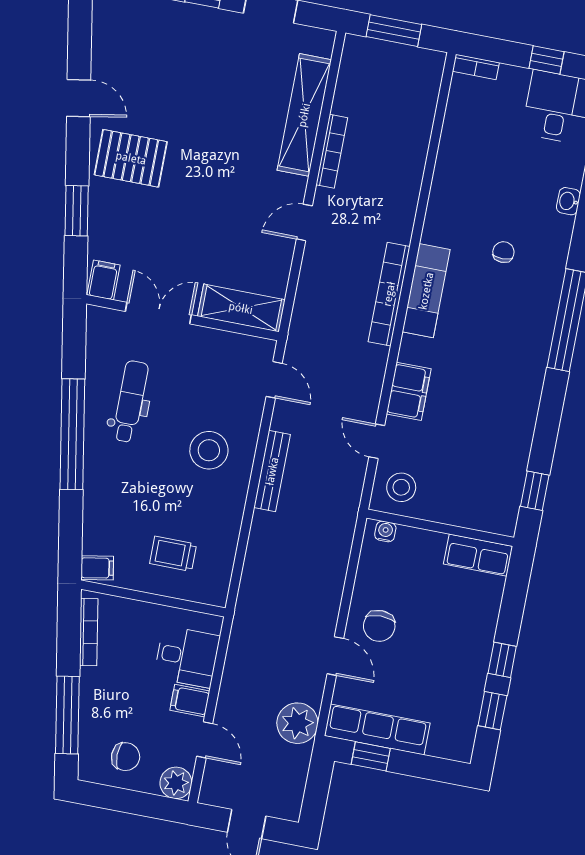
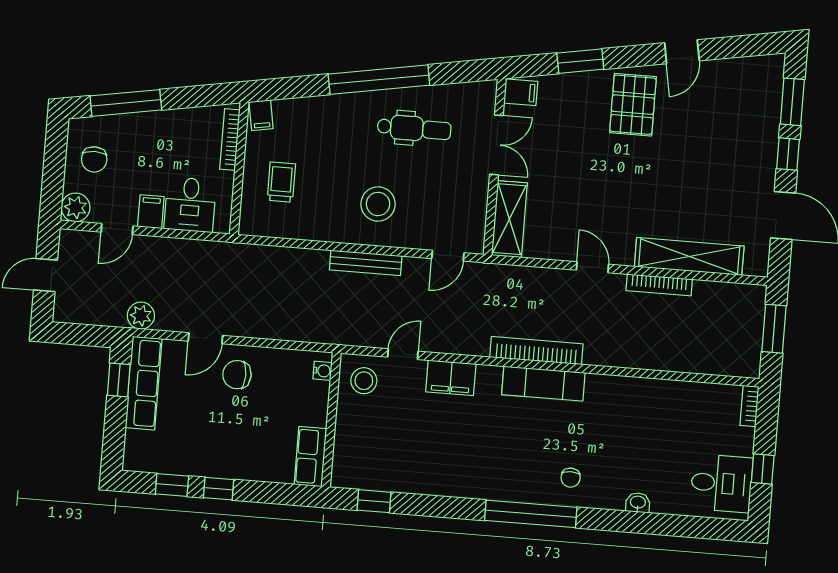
chair: (503, 252) -> (571, 478), moved, turned 90
bookcase: (89, 632) -> (230, 140), moved, turned 100
plant: (297, 723) -> (141, 316), width x0.73, depth x0.73

